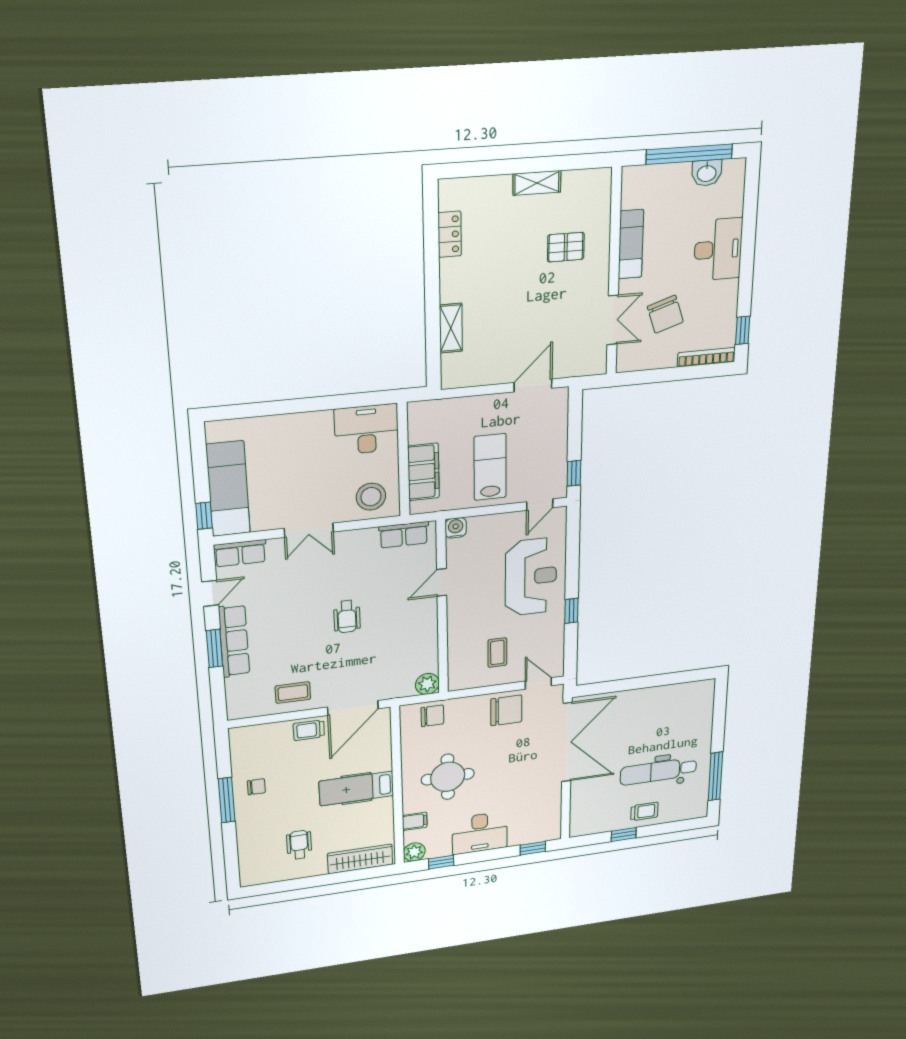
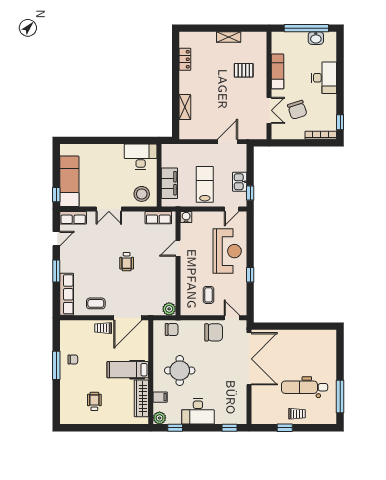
kitchen sink: (555, 455) -> (240, 182), added
row of seats: (234, 641) -> (67, 294), moved
wardrobe: (360, 859) -> (141, 398), moved, turned -90

